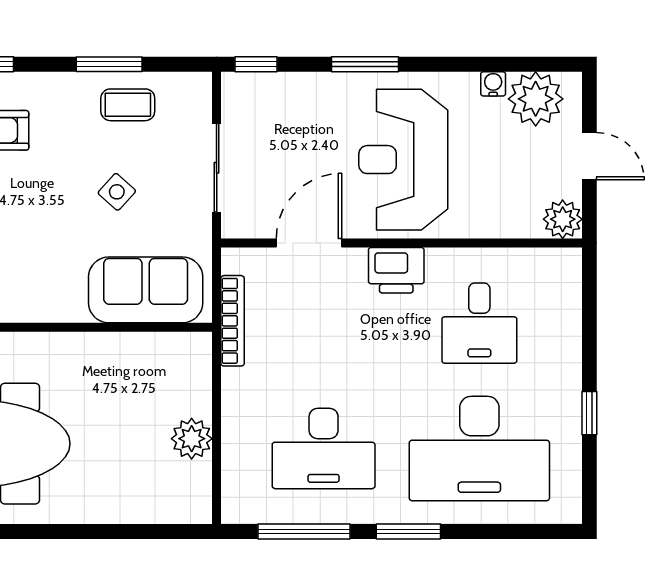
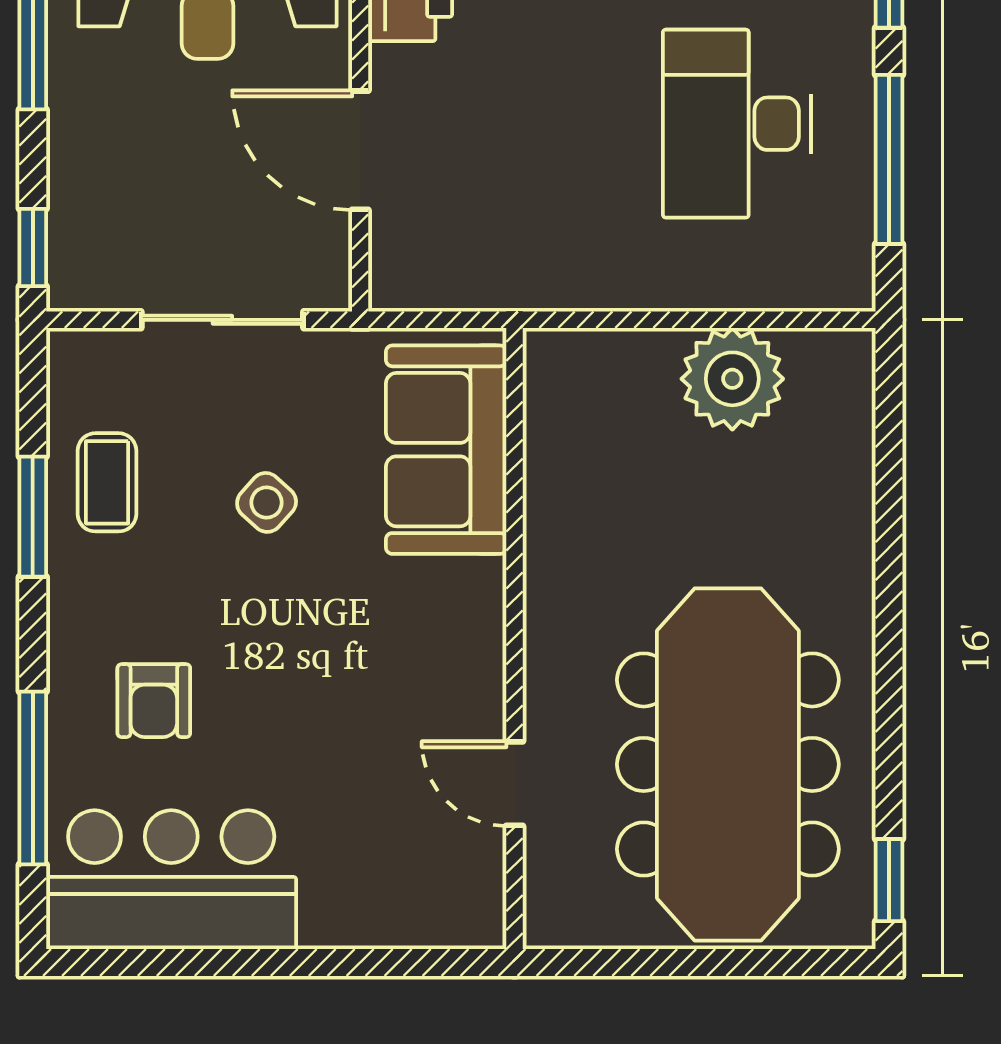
bookcase: (233, 321) -> (503, 290), removed
plant: (192, 439) -> (732, 379), width x1.36, depth x1.36
desk: (324, 448) -> (737, 124), turned 180

